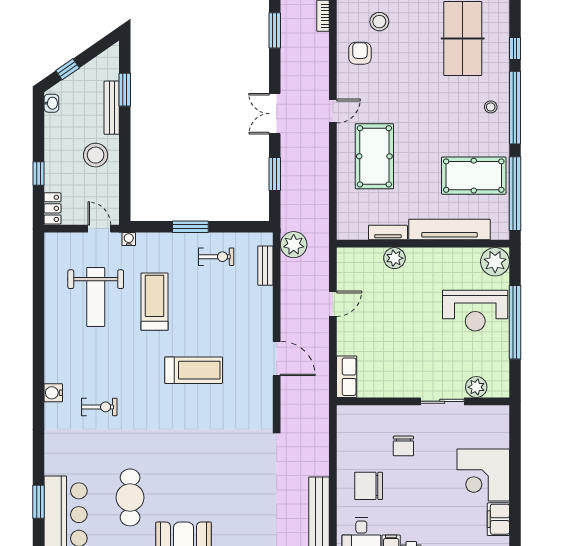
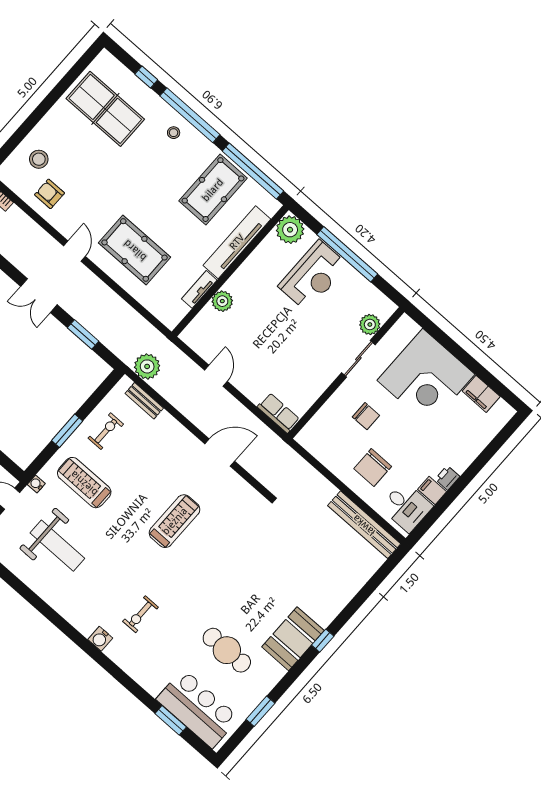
treadmill: (155, 302) -> (84, 483), moved
exercise bike: (99, 407) -> (140, 614), turned 180
corner desk: (483, 475) -> (426, 377), width x1.36, depth x1.36

